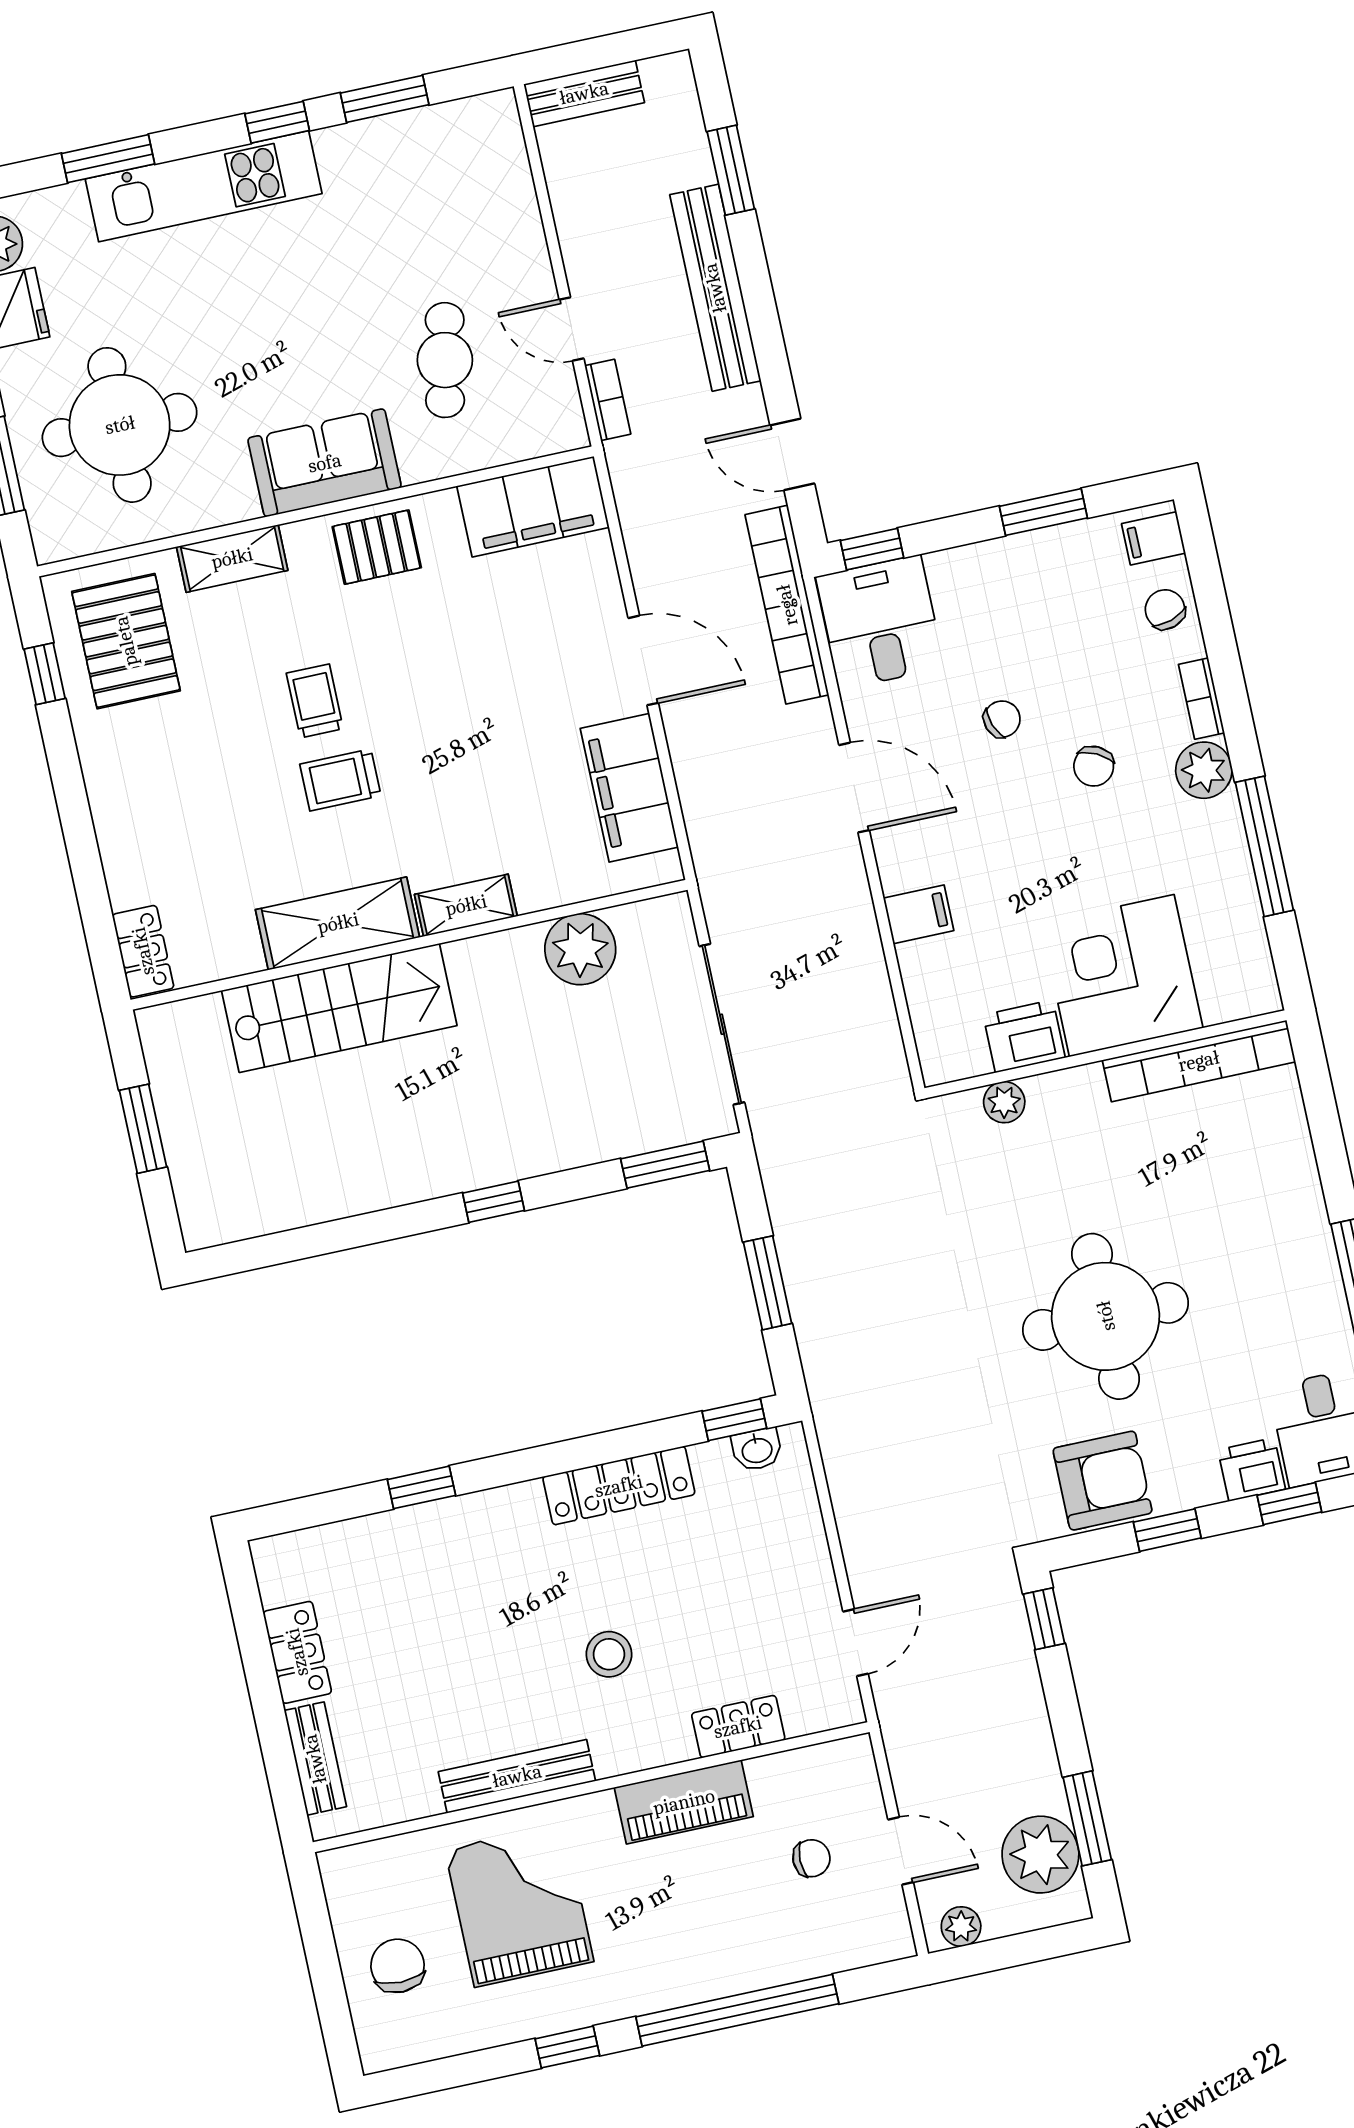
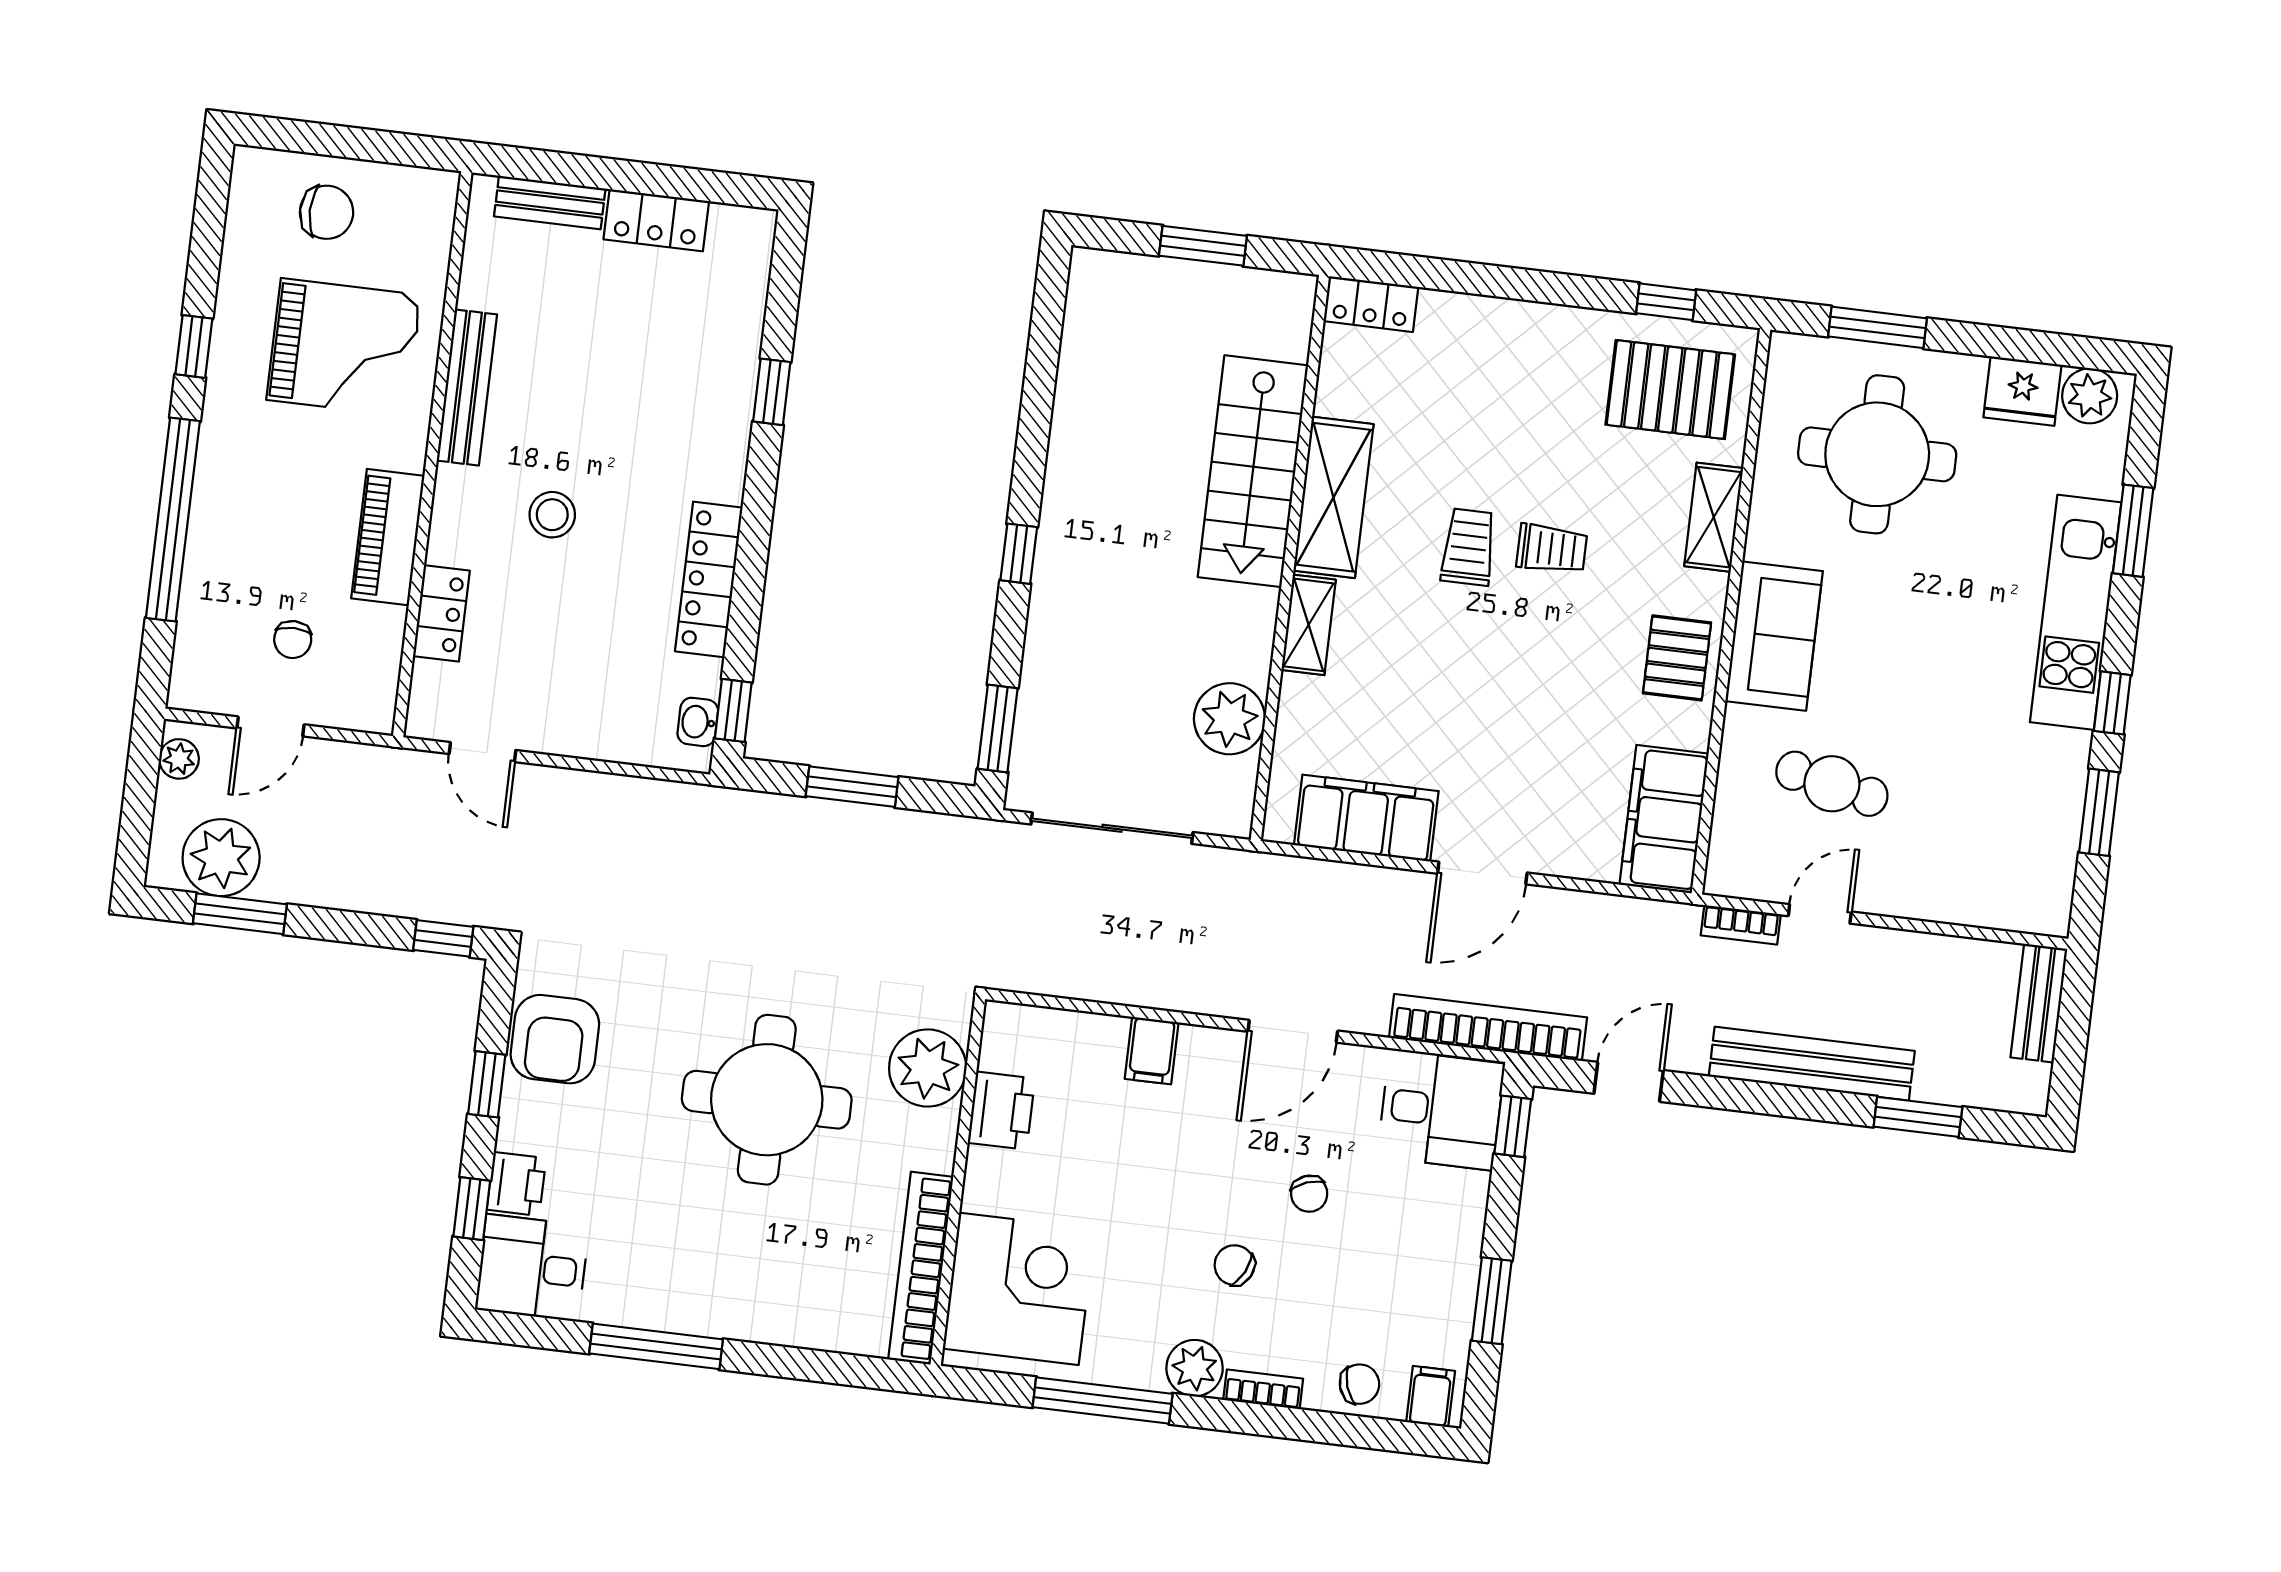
corner desk: (1122, 976) -> (1019, 1289), moved
plant: (1004, 1102) -> (928, 1068), width x1.88, depth x1.88
round table: (1106, 1316) -> (767, 1100), moved

